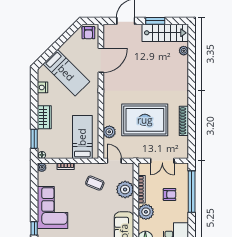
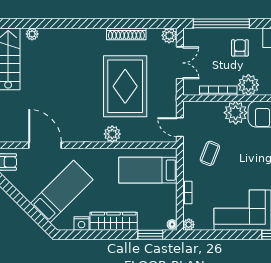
wardrobe: (44, 117) -> (114, 221), width x1.50
plant: (109, 132) -> (112, 134), moved
plant: (183, 153) -> (169, 35), added
door: (114, 161) -> (180, 127), hinge flipped
plant: (125, 189) -> (236, 113), moved
armchair: (170, 194) -> (240, 48), moved

